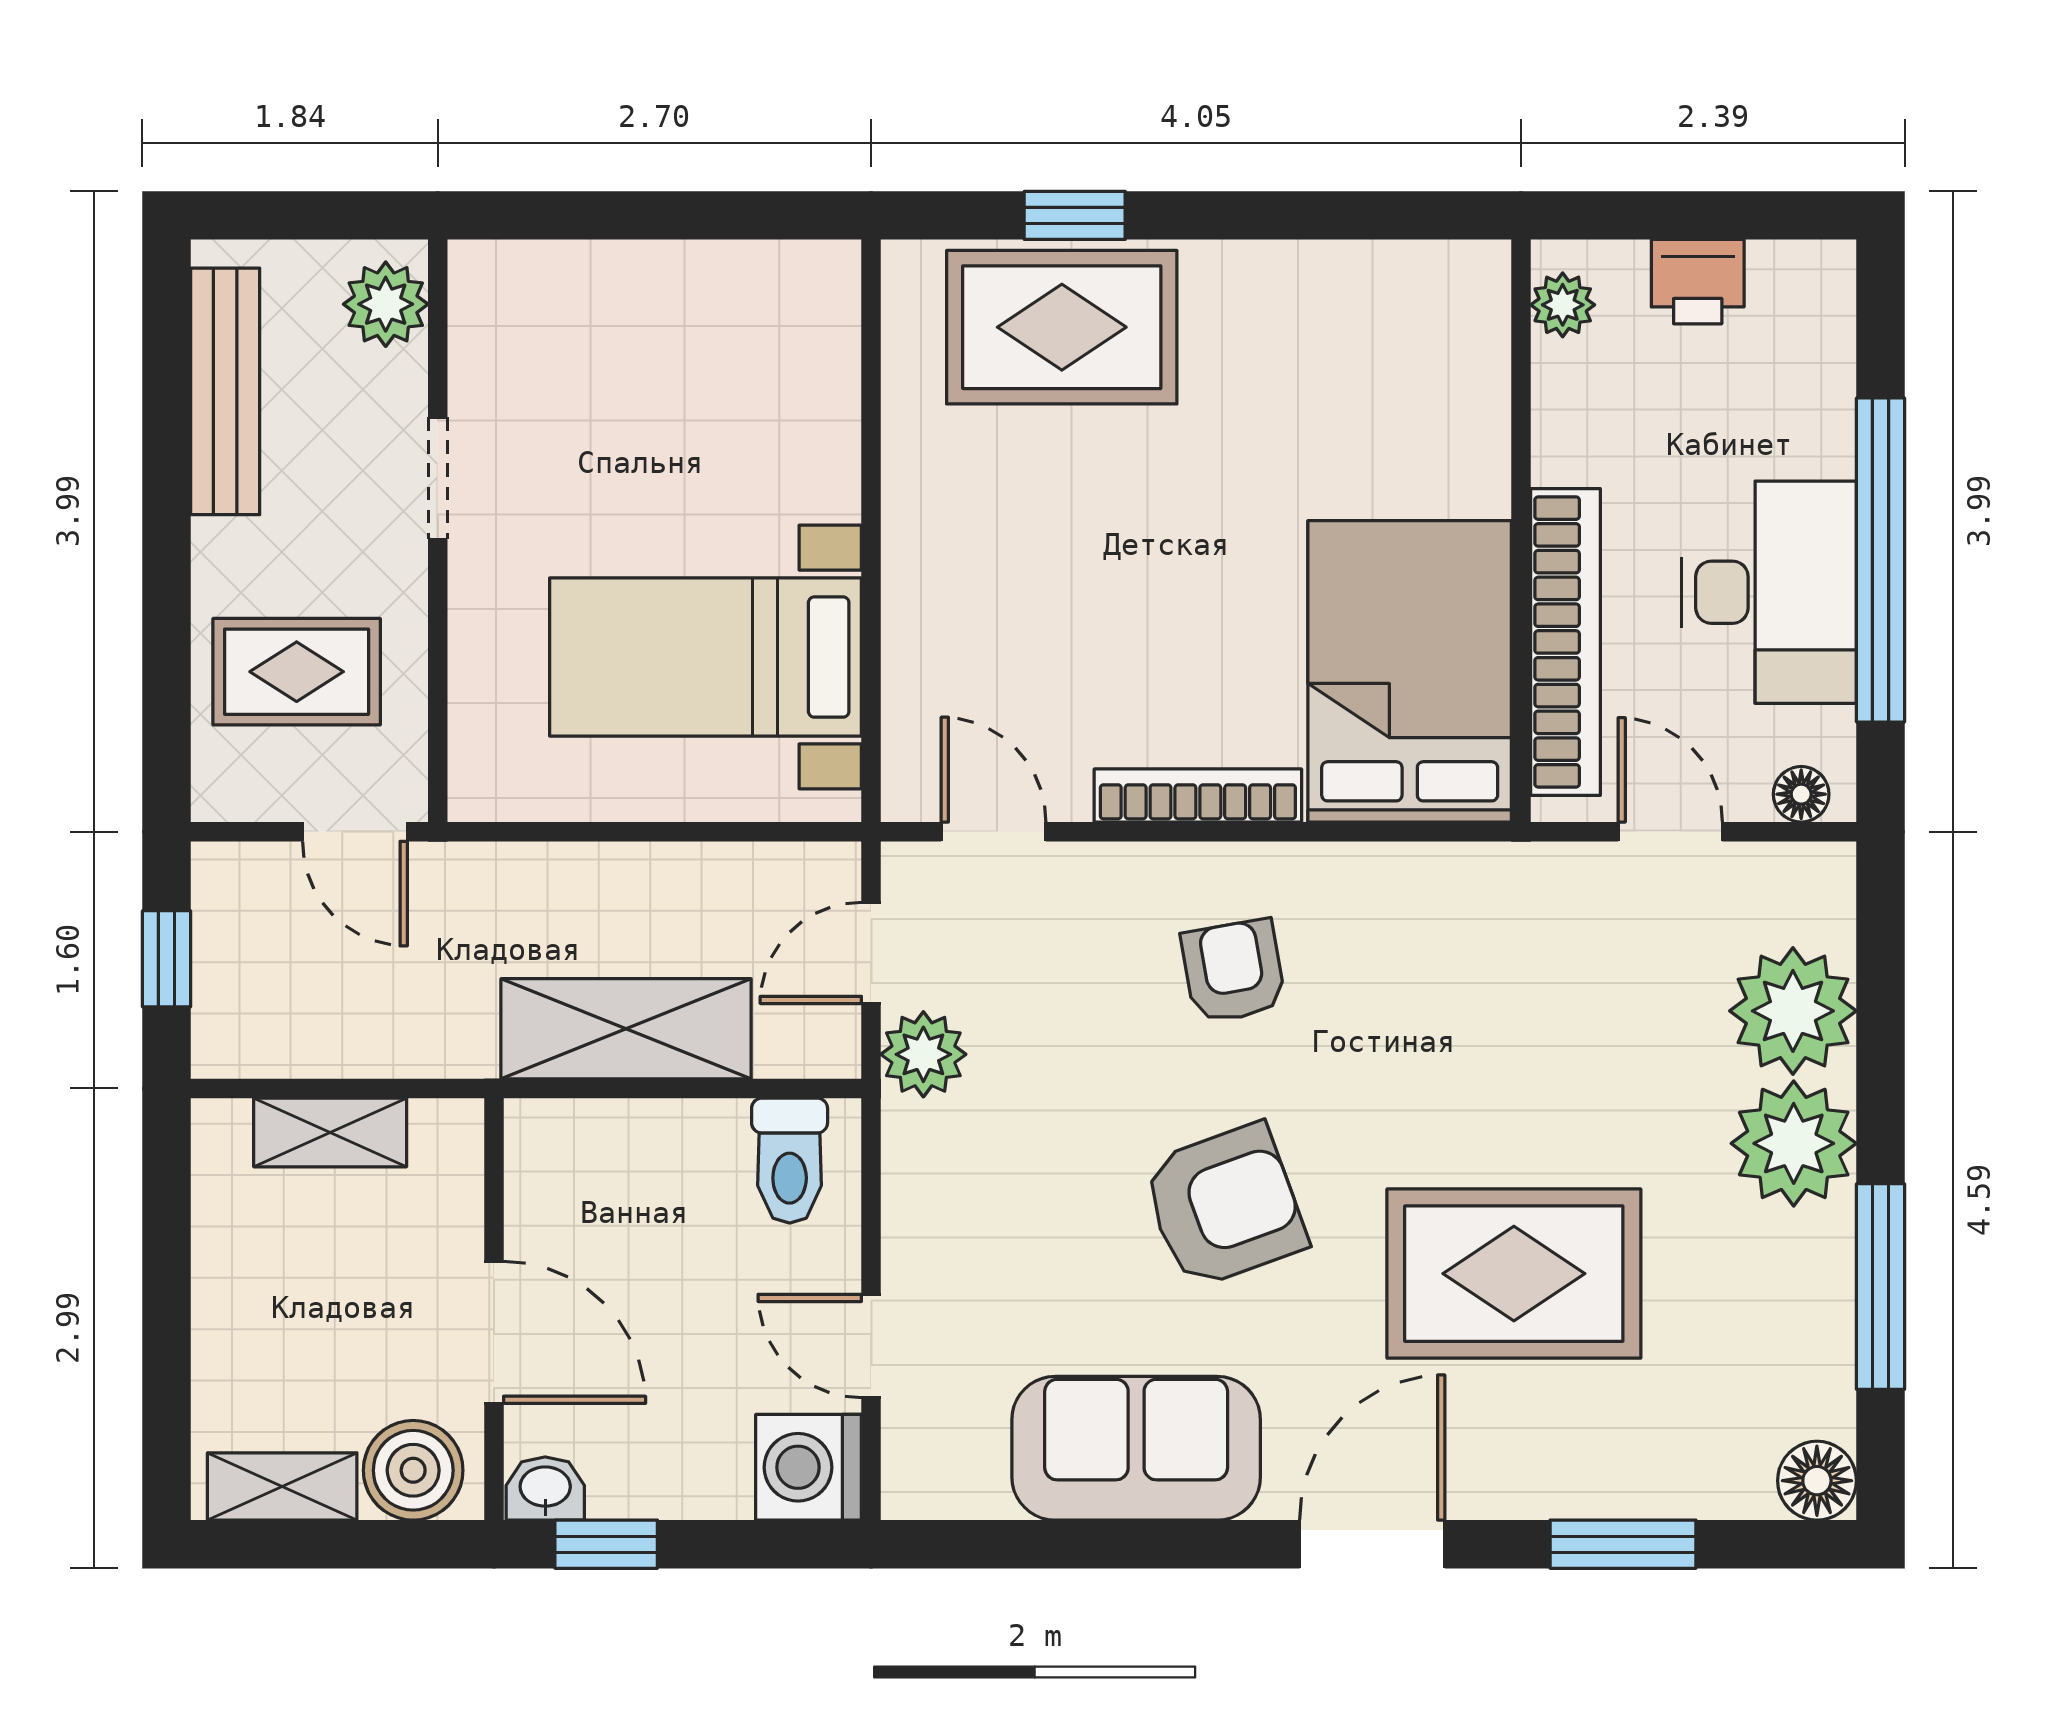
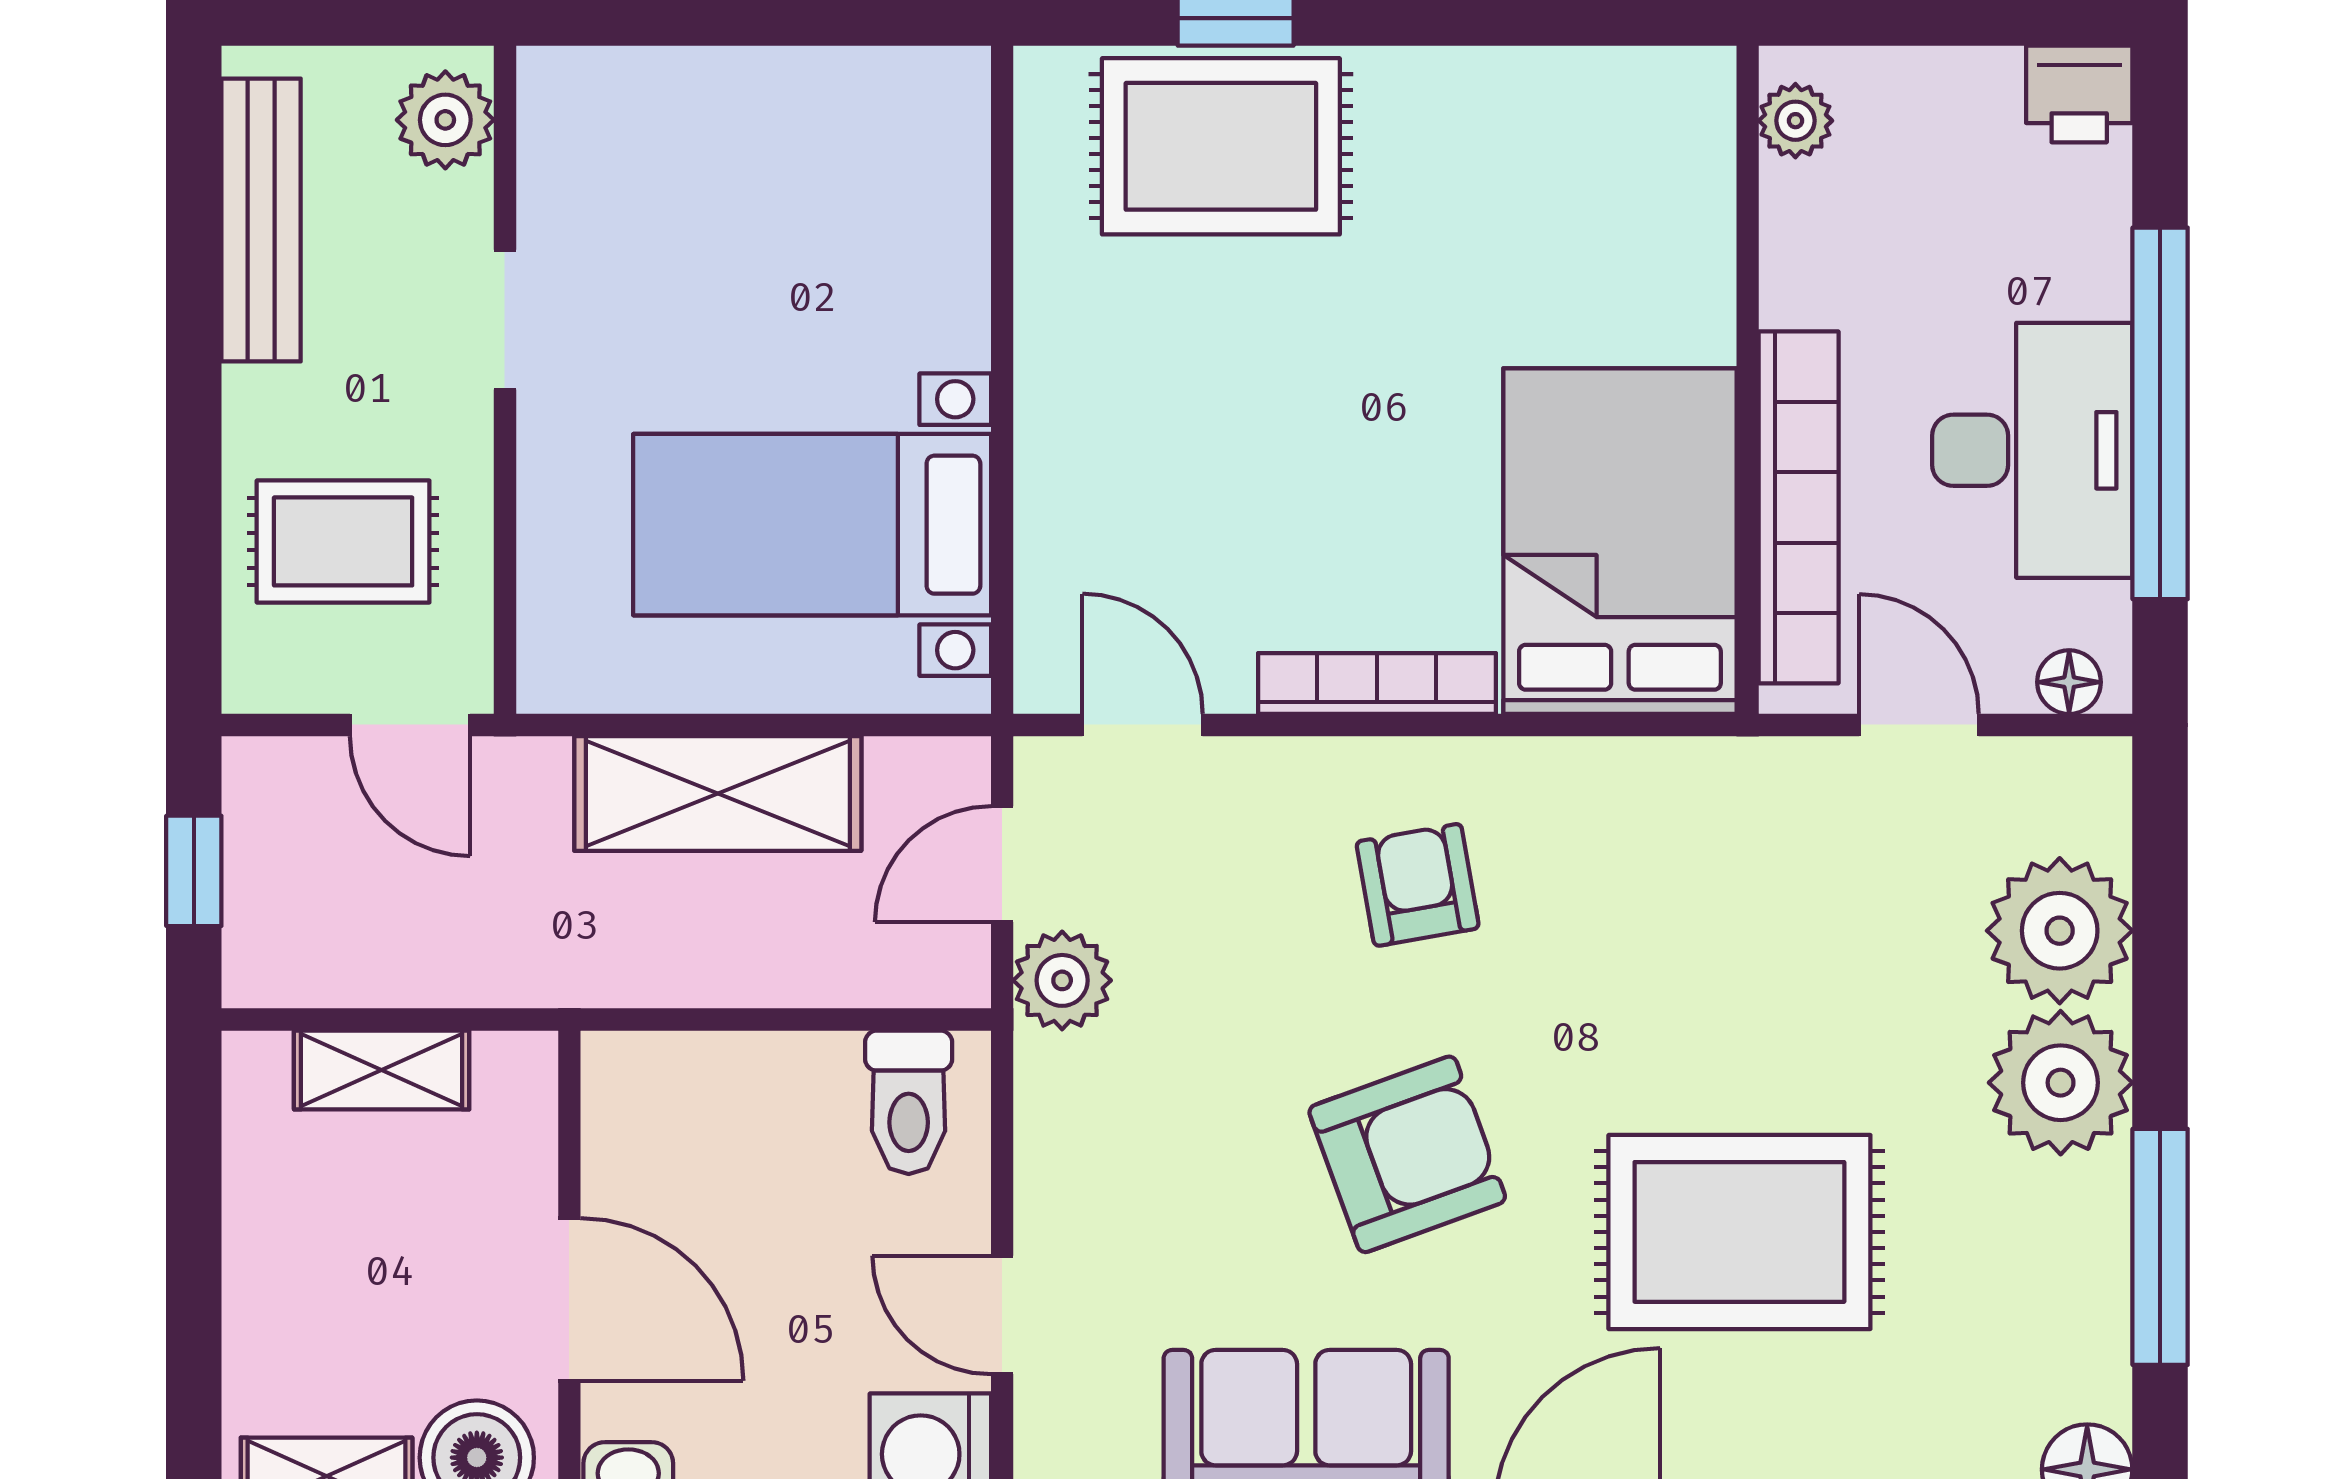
printer: (1698, 282) -> (2079, 94), moved
shelving: (626, 1029) -> (718, 793), moved

